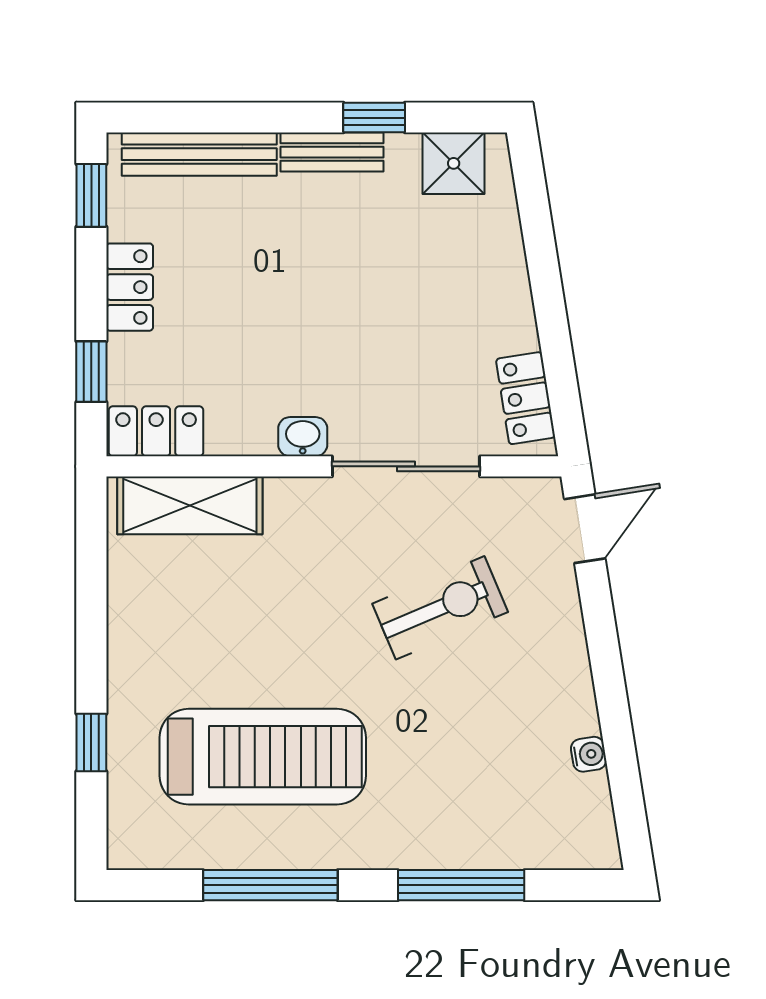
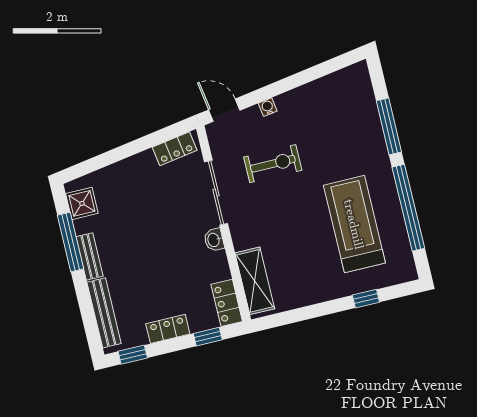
window: (374, 118) -> (71, 242), width x2.17
exercise bike: (440, 608) -> (273, 164), turned 113
water cooler: (589, 754) -> (268, 107), moved
window: (270, 885) -> (408, 208), width x1.46

